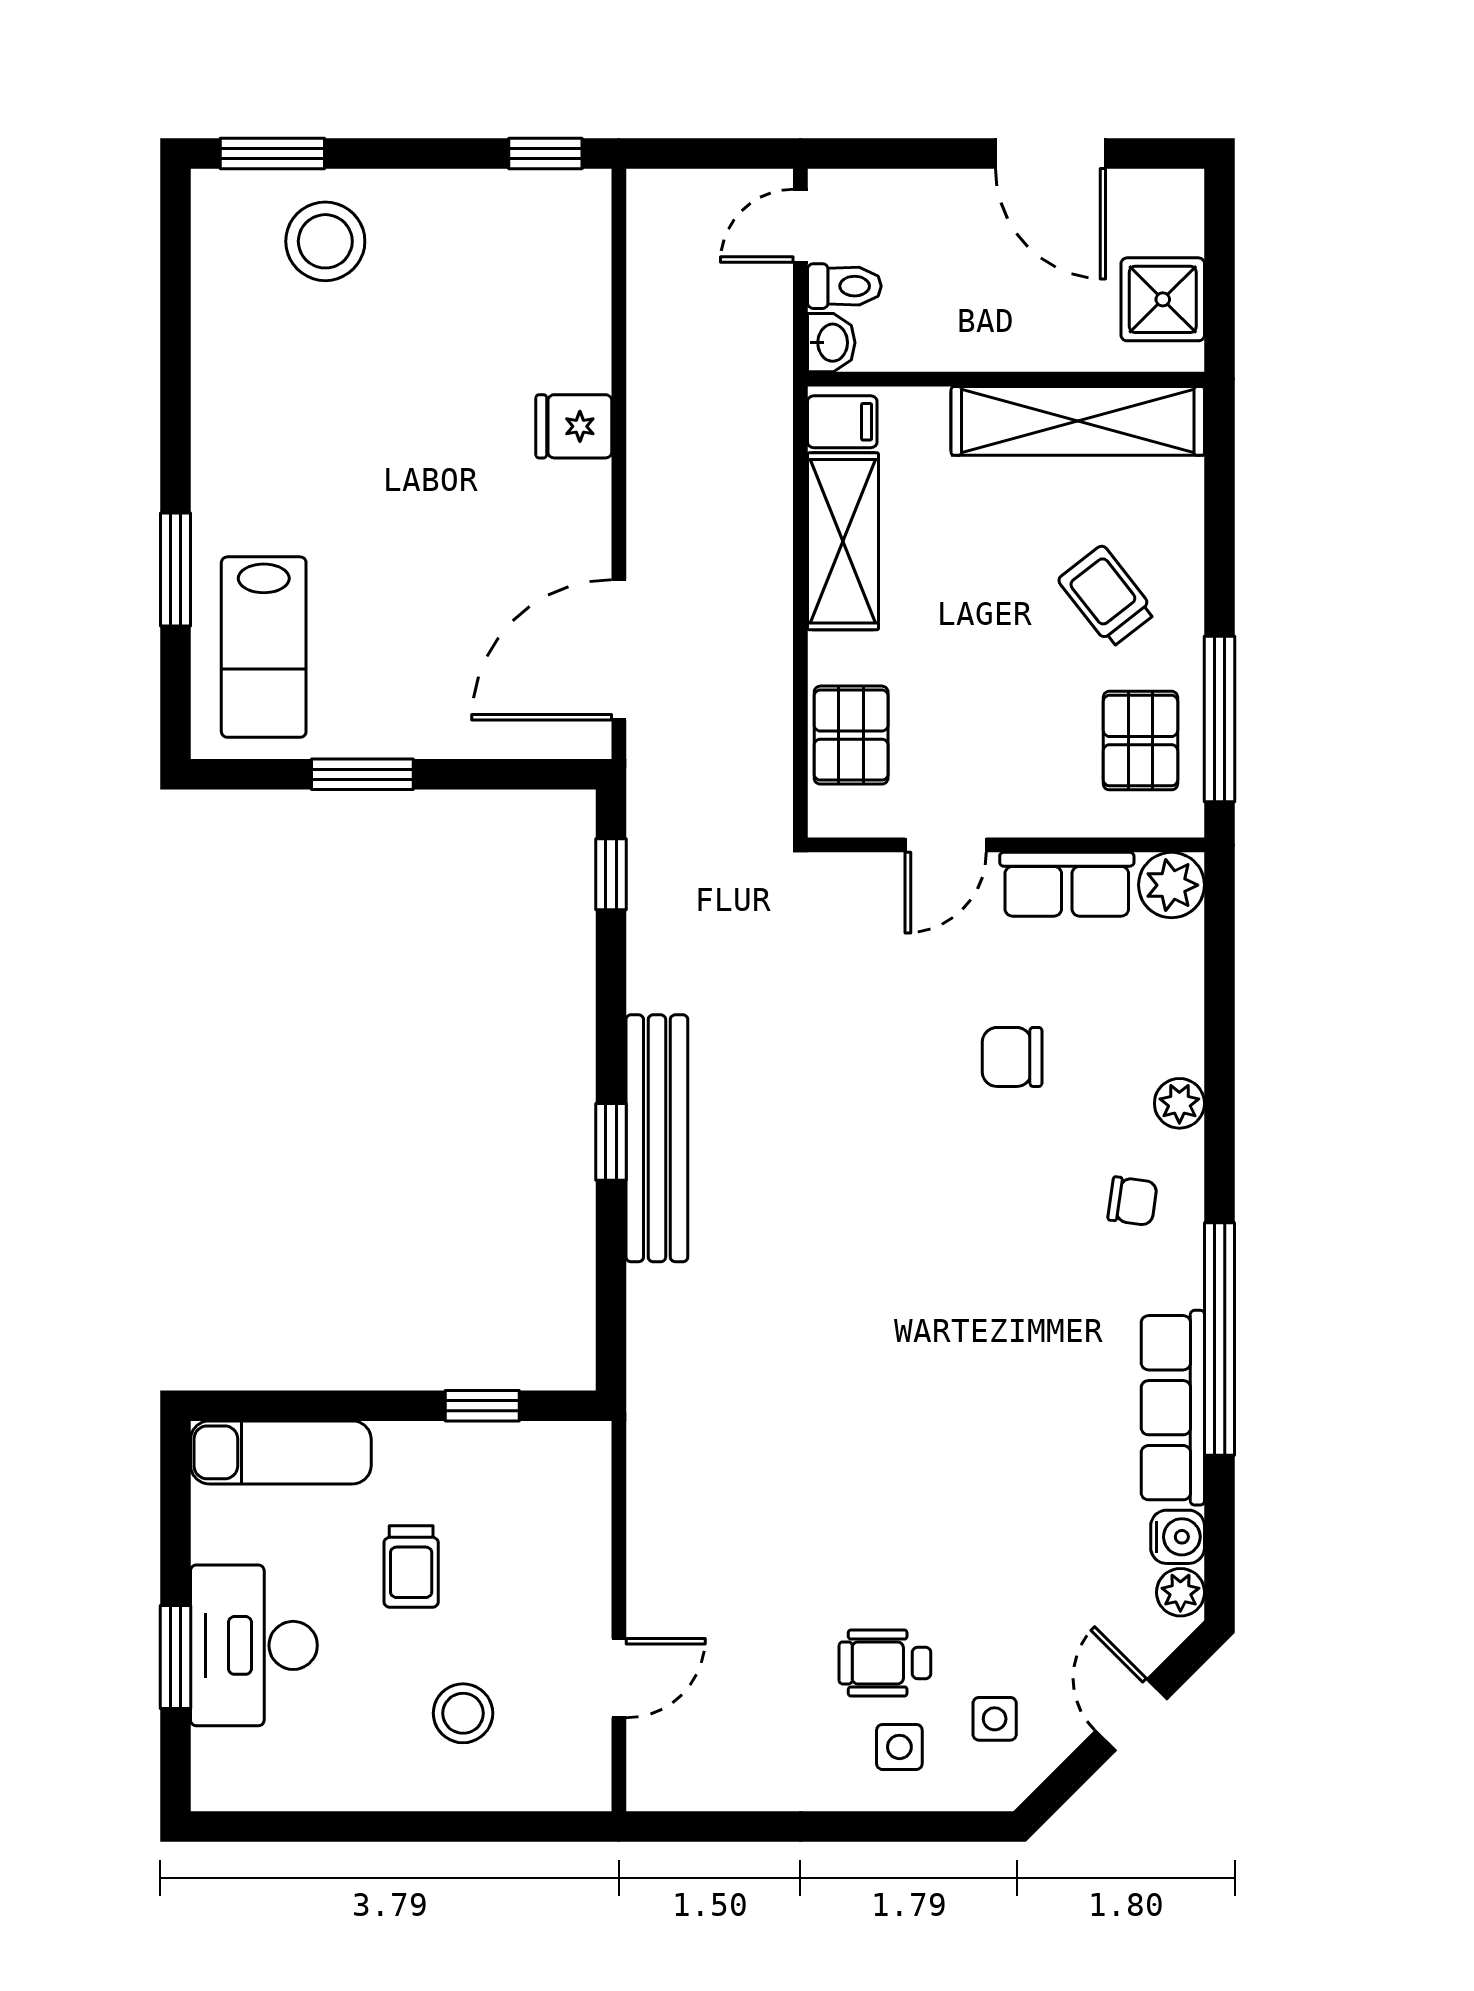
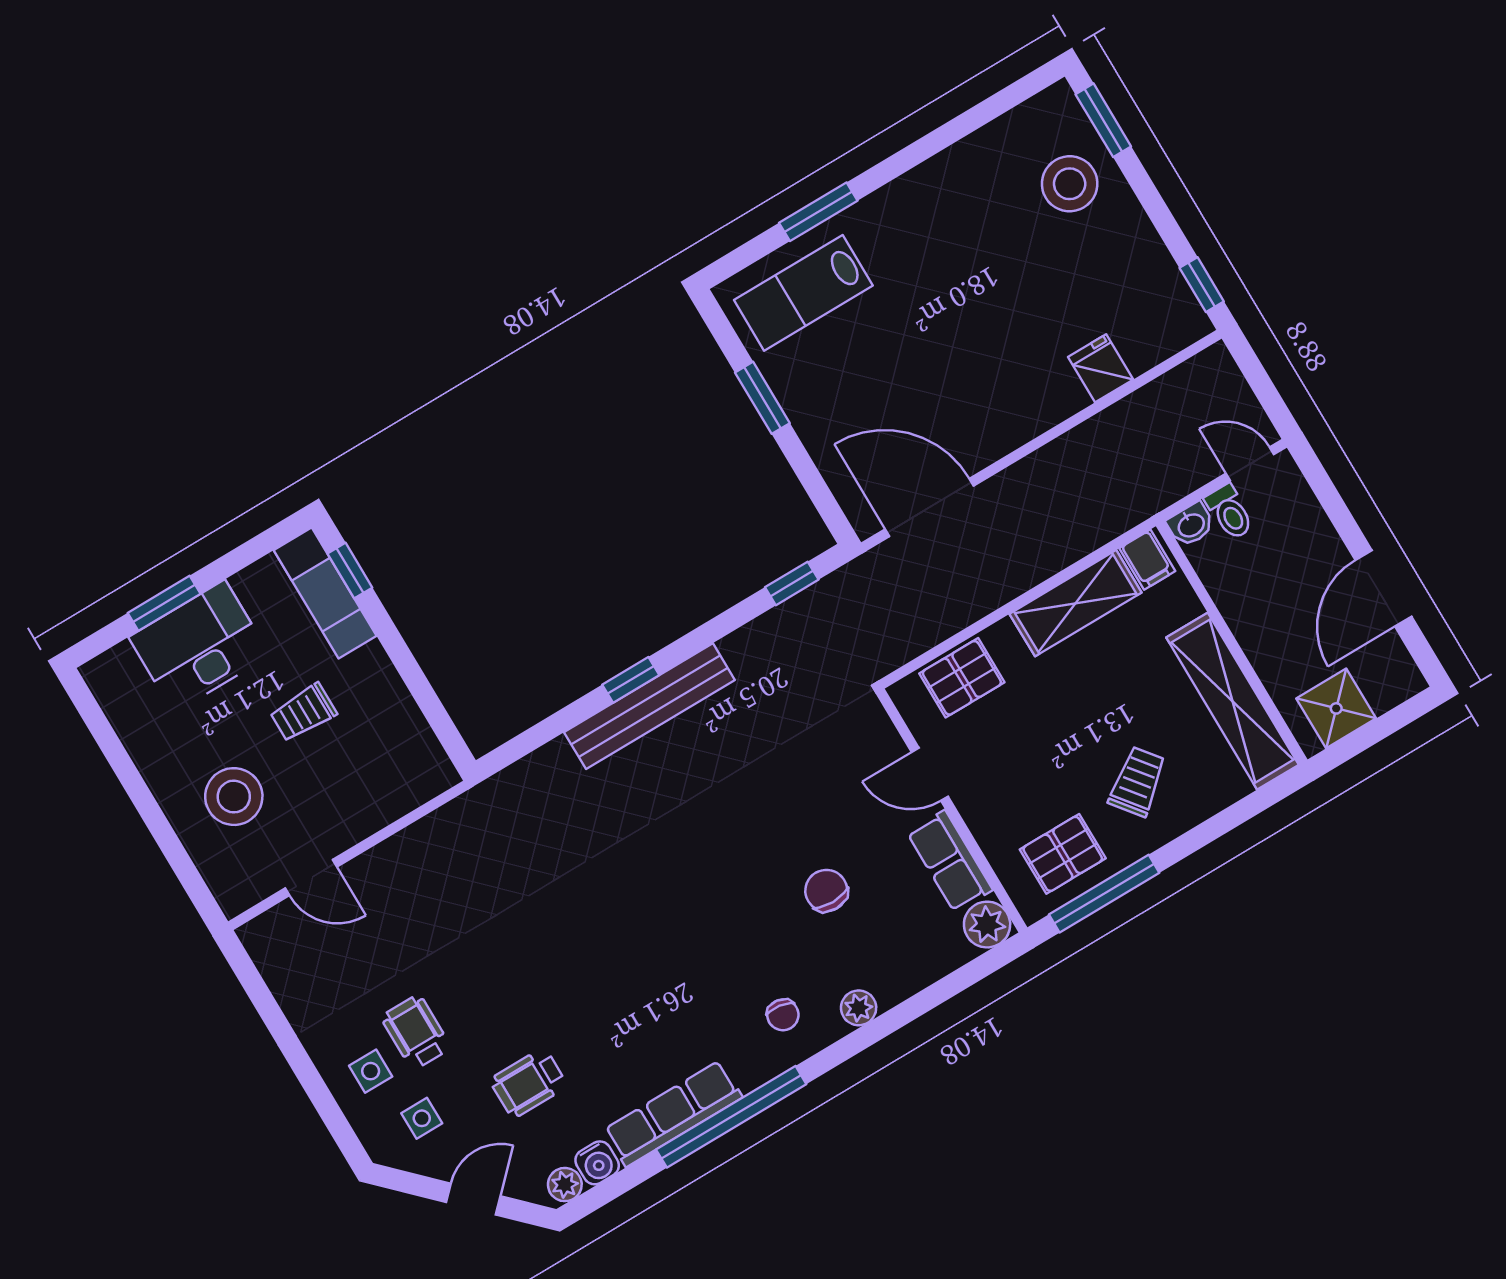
fridge: (574, 426) -> (1101, 368), moved
window: (482, 1406) -> (350, 571), moved
wheelchair: (1030, 1562) -> (529, 1083), added
stool: (463, 1713) -> (234, 797), width x1.38, depth x1.38

